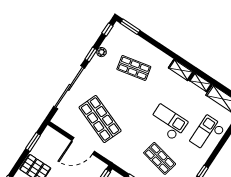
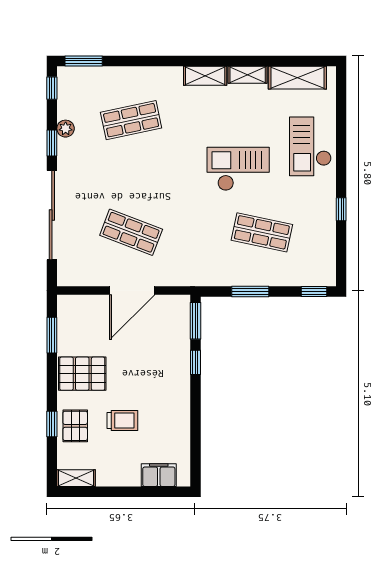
shop shelf: (100, 119) -> (131, 232), width x0.70, depth x0.74

